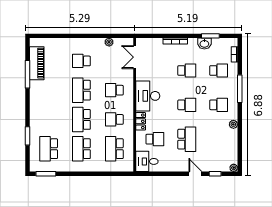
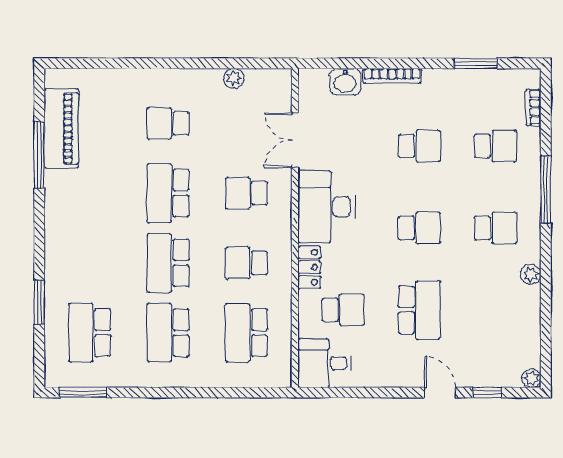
washbasin: (204, 44) -> (345, 82), moved
double door: (135, 57) -> (295, 140), moved

